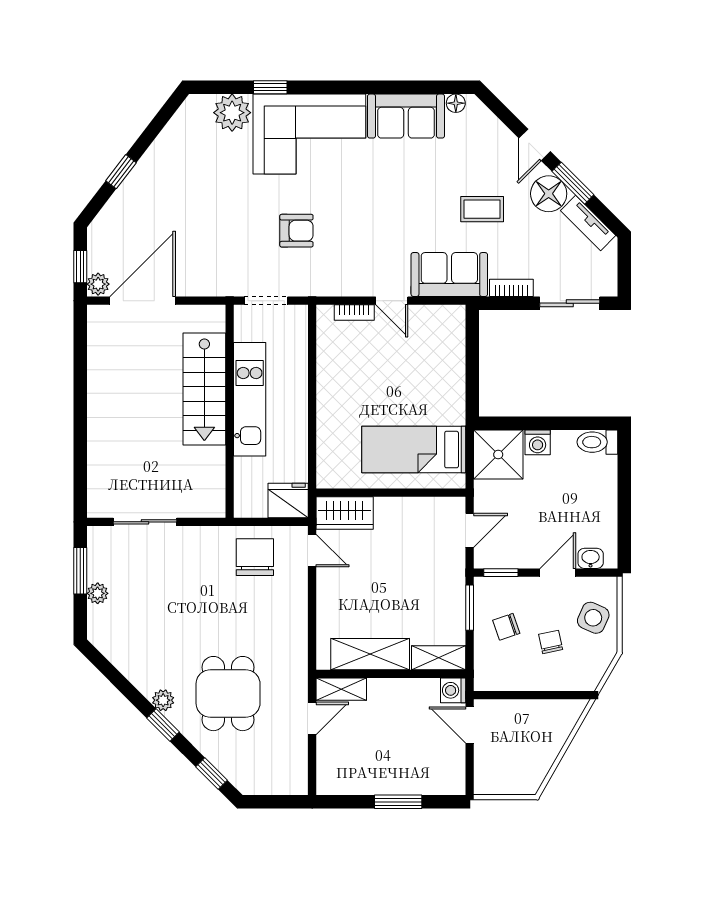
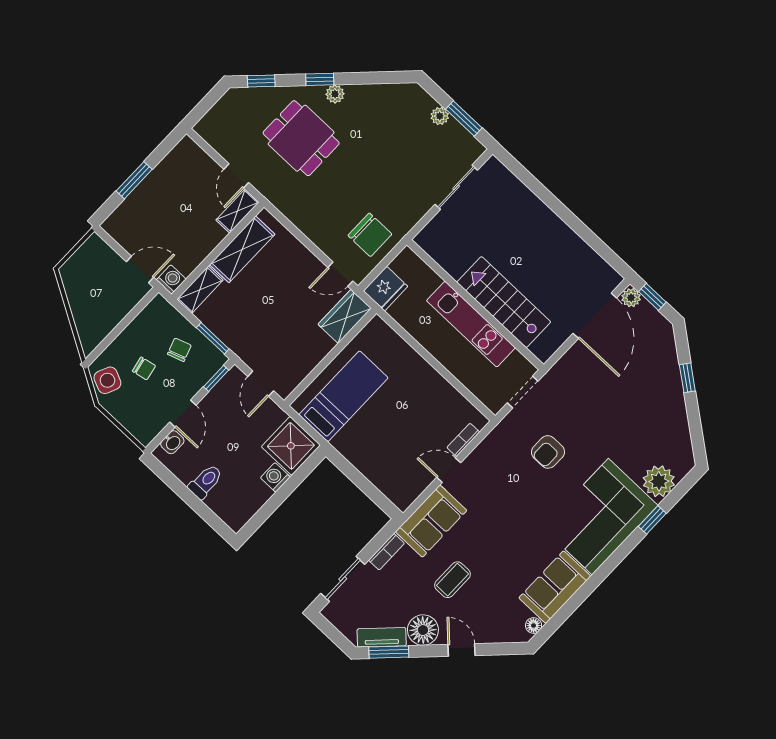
window: (573, 183) -> (389, 652), moved
toilet: (597, 442) -> (206, 482), moved
side table: (593, 618) -> (107, 380), moved

